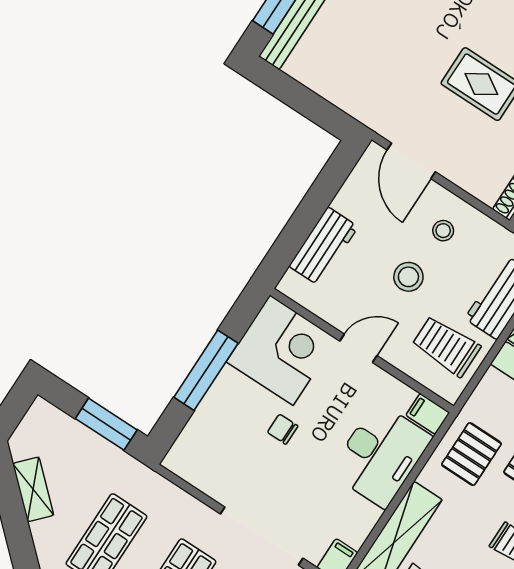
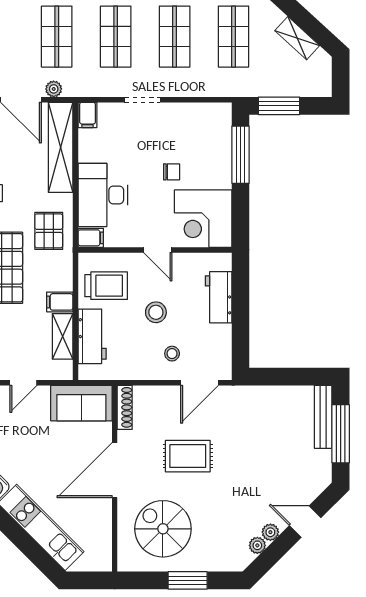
door: (411, 161) -> (200, 383), swing flipped
stool: (443, 231) -> (172, 354), moved
door: (358, 348) -> (158, 250), hinge flipped
window: (206, 370) -> (240, 155), moved
doorway: (262, 536) -> (142, 100), width x0.53

